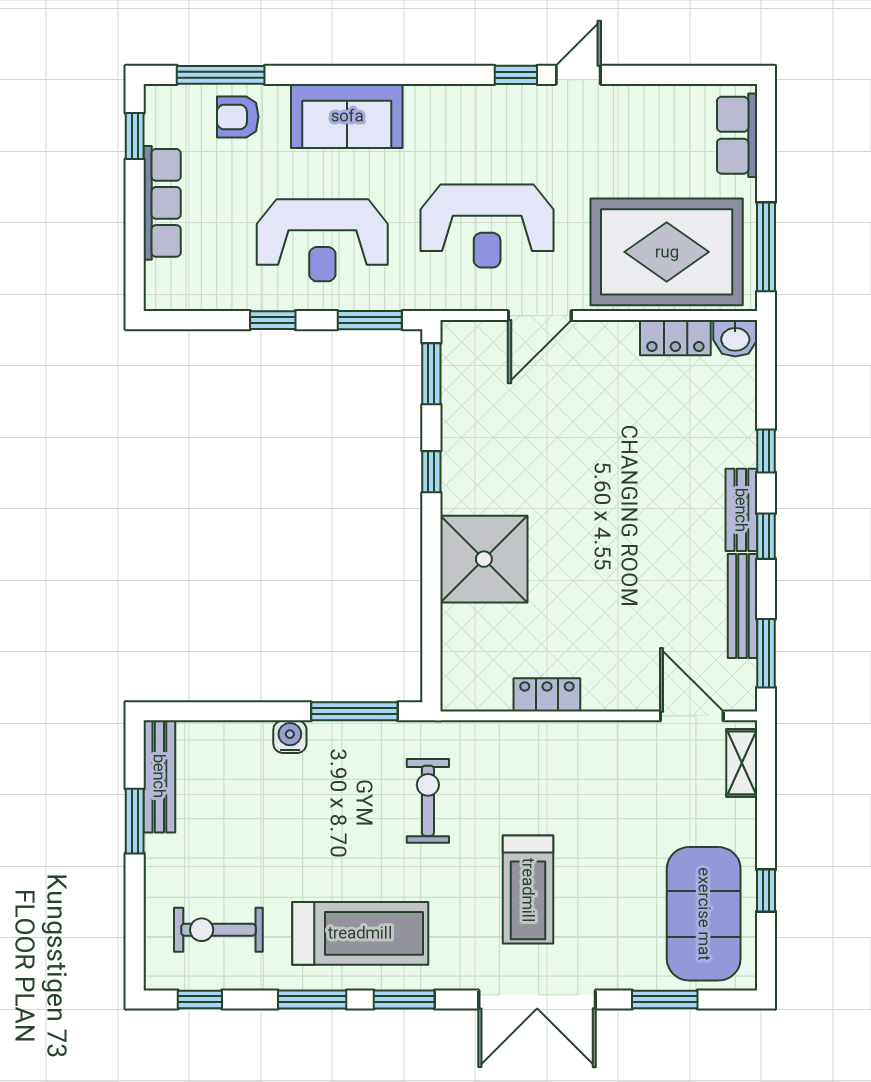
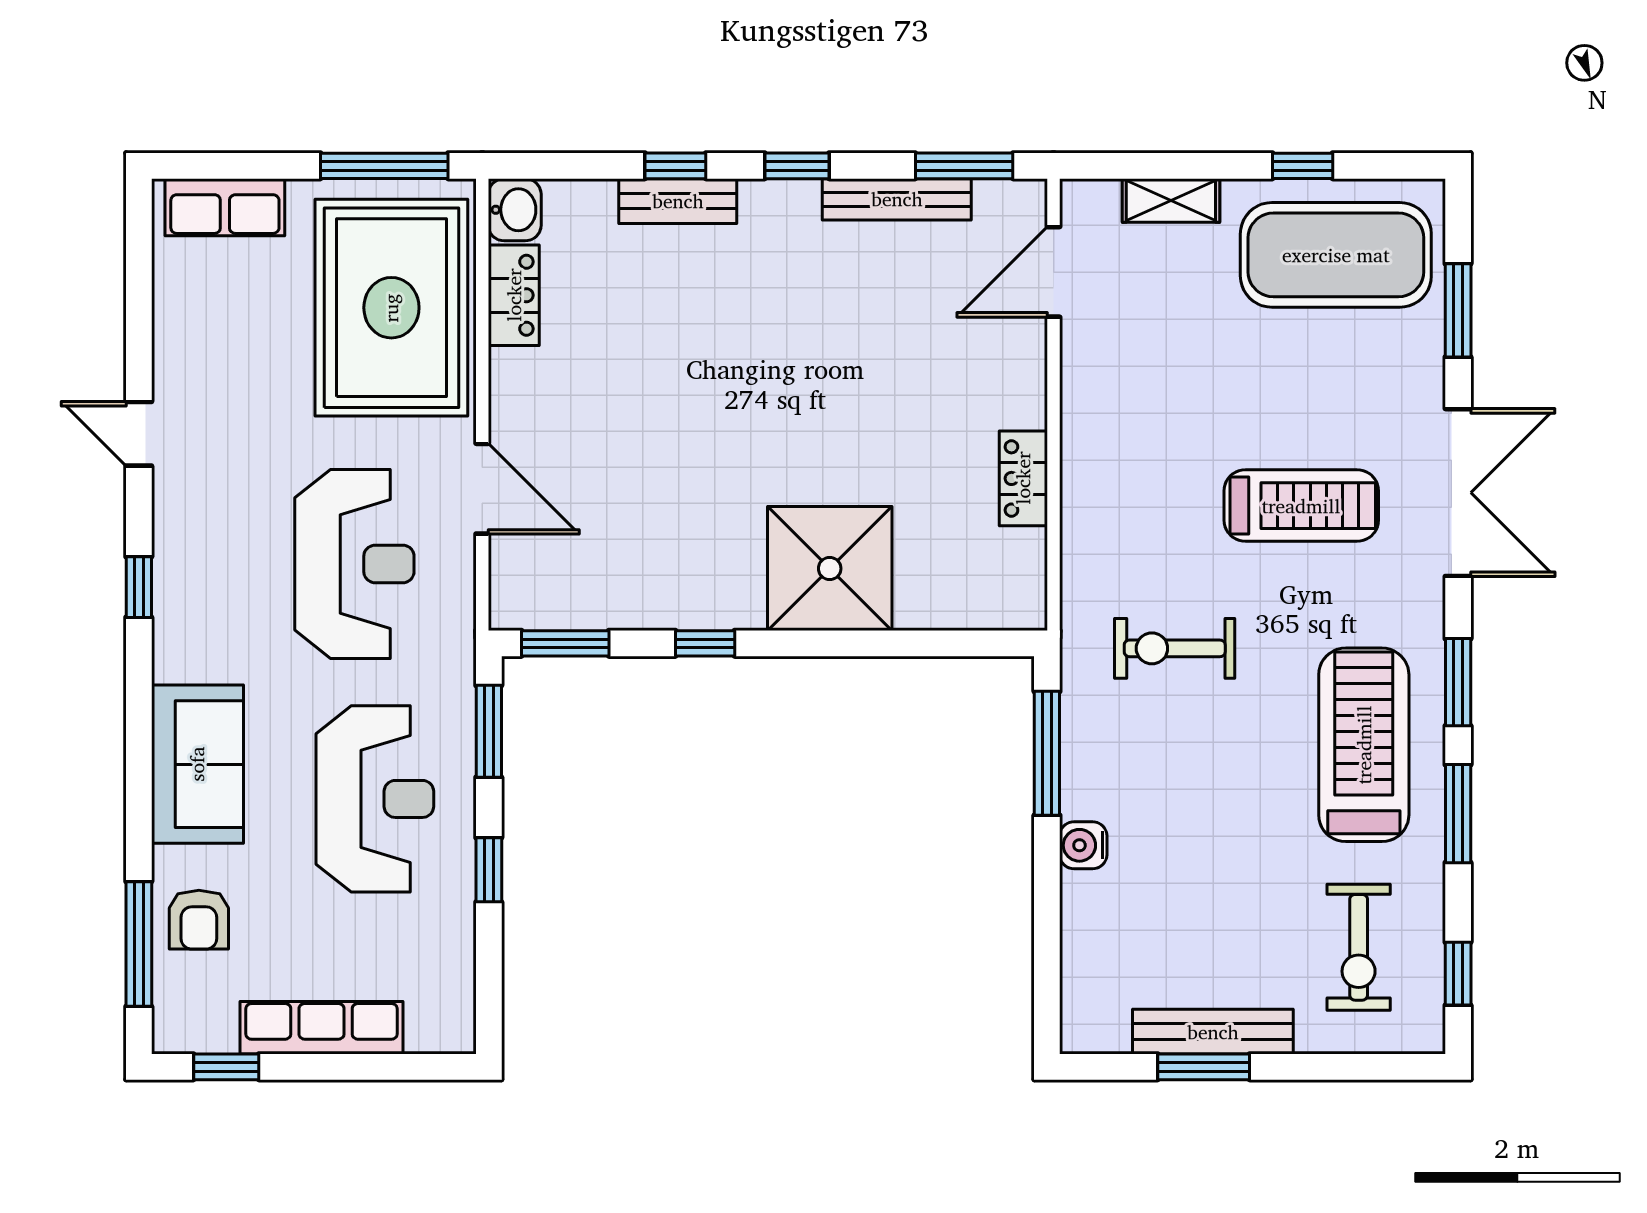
window: (516, 75) -> (139, 587), moved
bench: (741, 510) -> (678, 201), moved
shelving: (742, 763) -> (1171, 200), moved
bench: (159, 776) -> (1213, 1032), moved

